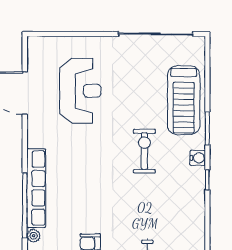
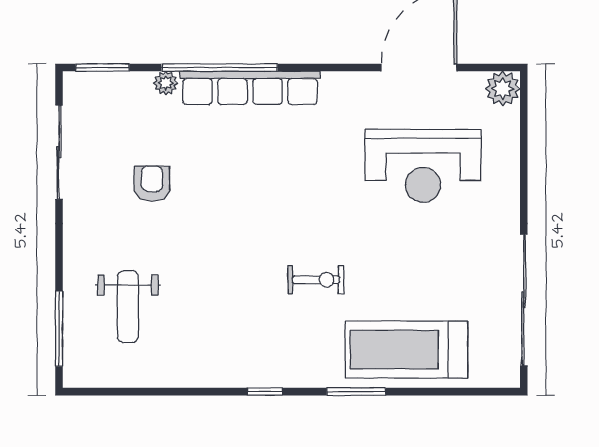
plant: (37, 46) -> (503, 89), added
exercise bike: (144, 151) -> (316, 280), width x0.73, depth x0.72
water cooler: (198, 158) -> (304, 374), removed

